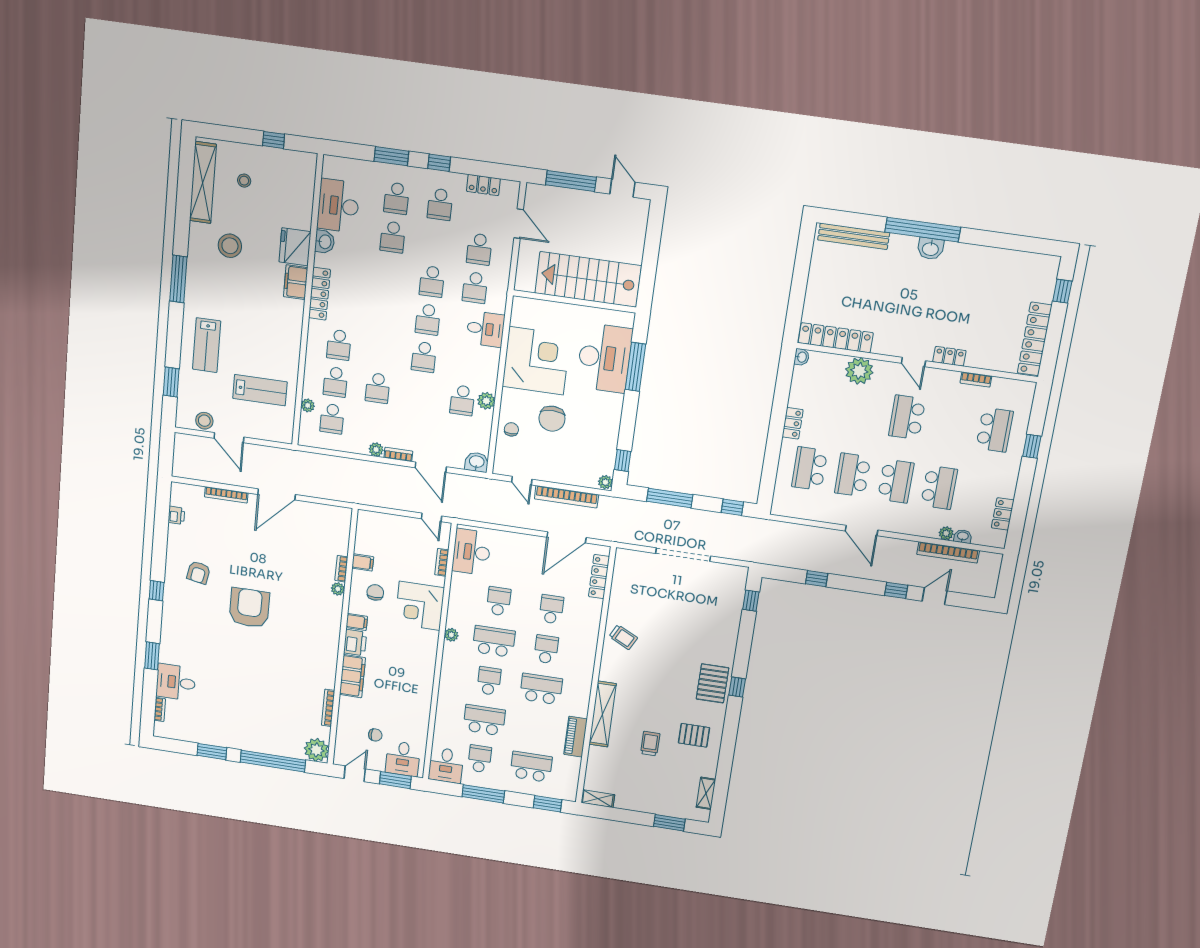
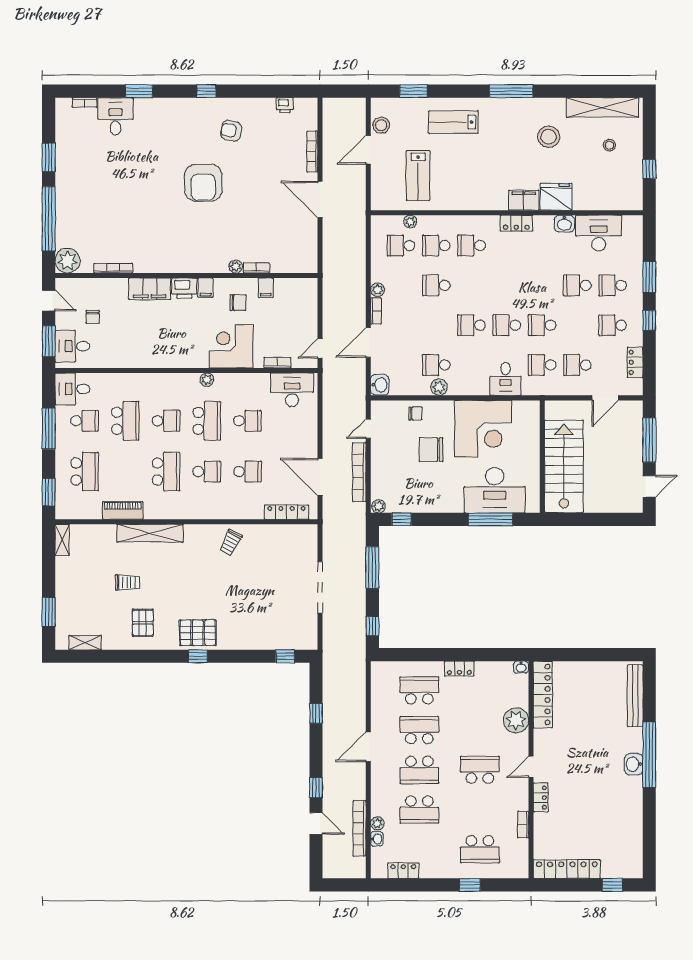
locker: (319, 294) -> (516, 223), width x0.66
armchair: (249, 608) -> (203, 183), turned 90

